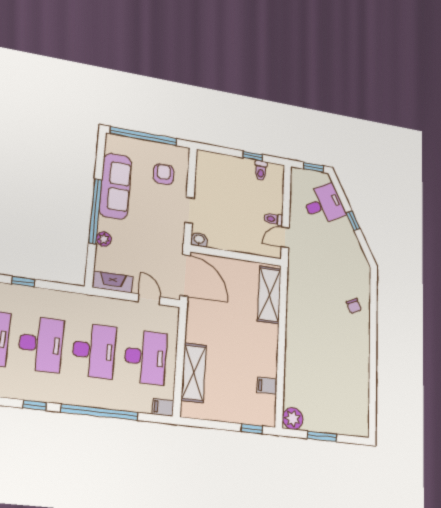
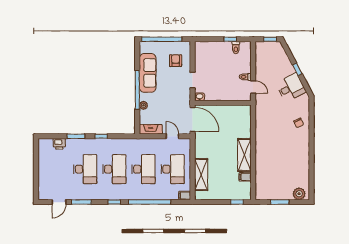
desk: (324, 204) -> (291, 87), moved
door: (285, 237) -> (253, 87), swing flipped
shelving: (269, 295) -> (244, 155), moved
plant: (293, 419) -> (299, 194), moved

